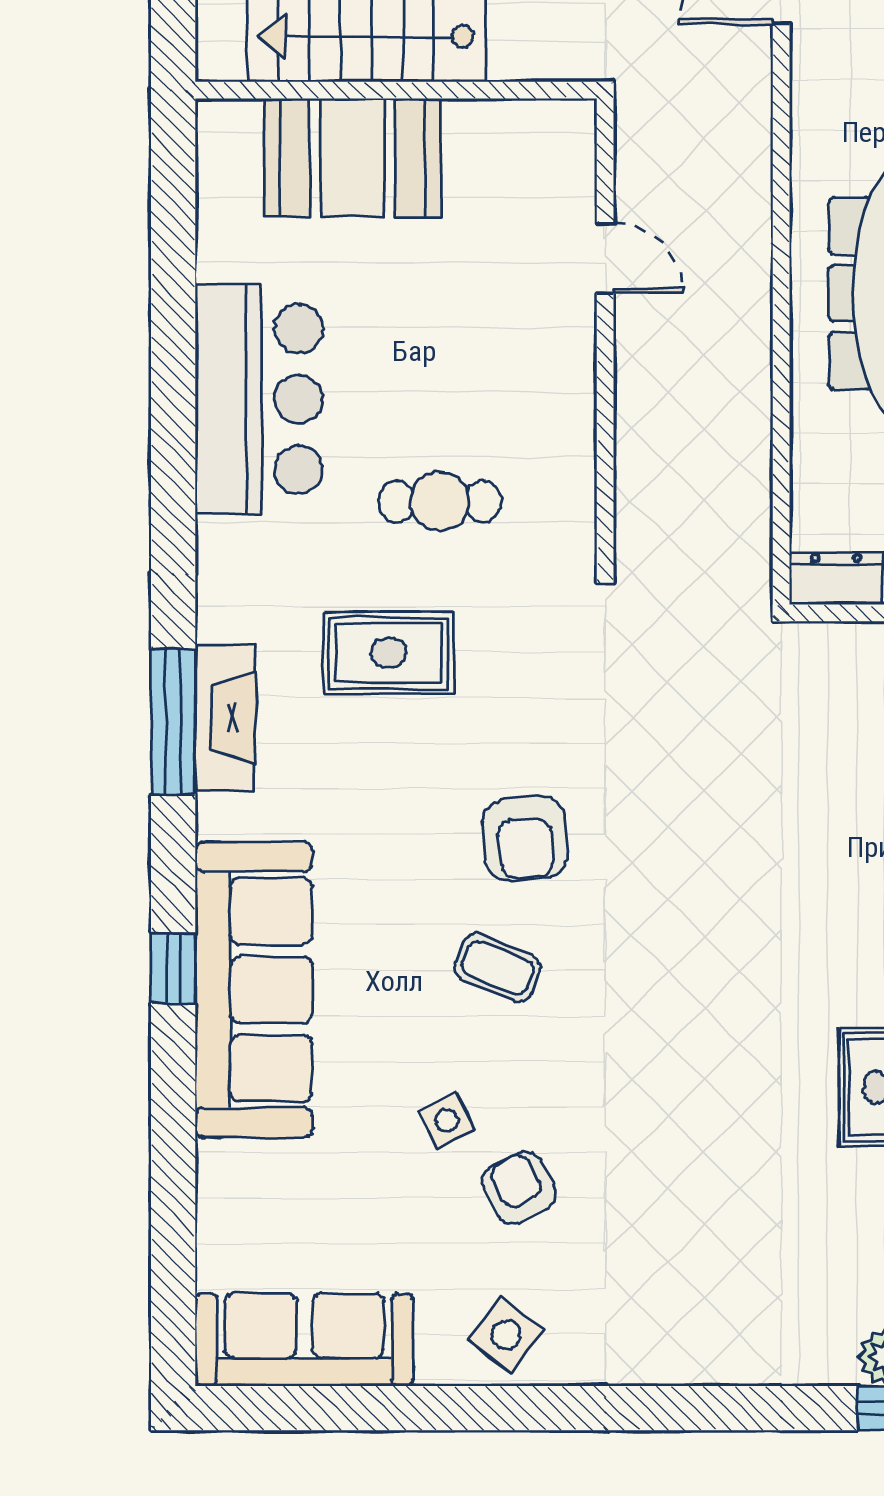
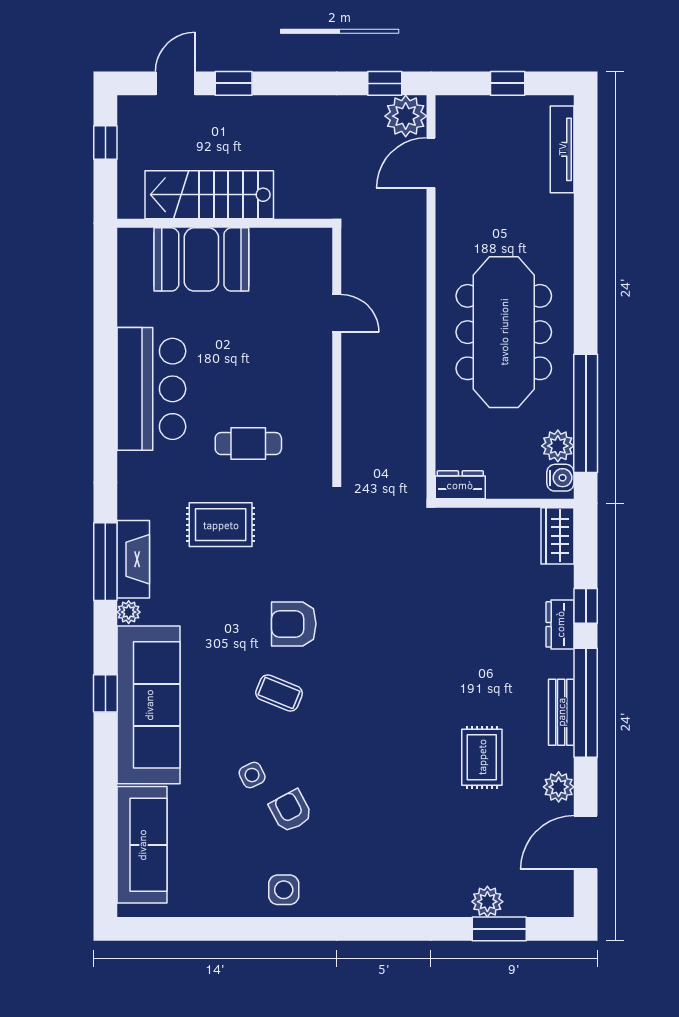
plant: (217, 816) -> (129, 612), added
armchair: (525, 838) -> (294, 624), turned 95
side table: (506, 1335) -> (284, 890), turned -38
sofa: (304, 1340) -> (142, 845), moved, turned 90

